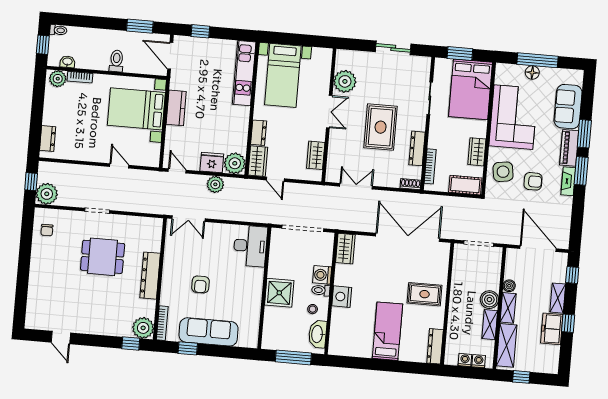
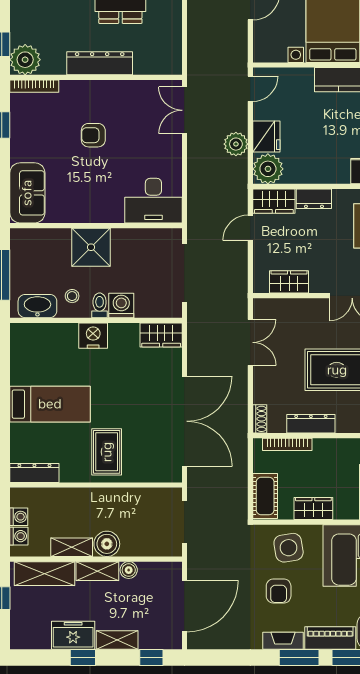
sofa: (209, 332) -> (27, 193), moved, width x0.73

